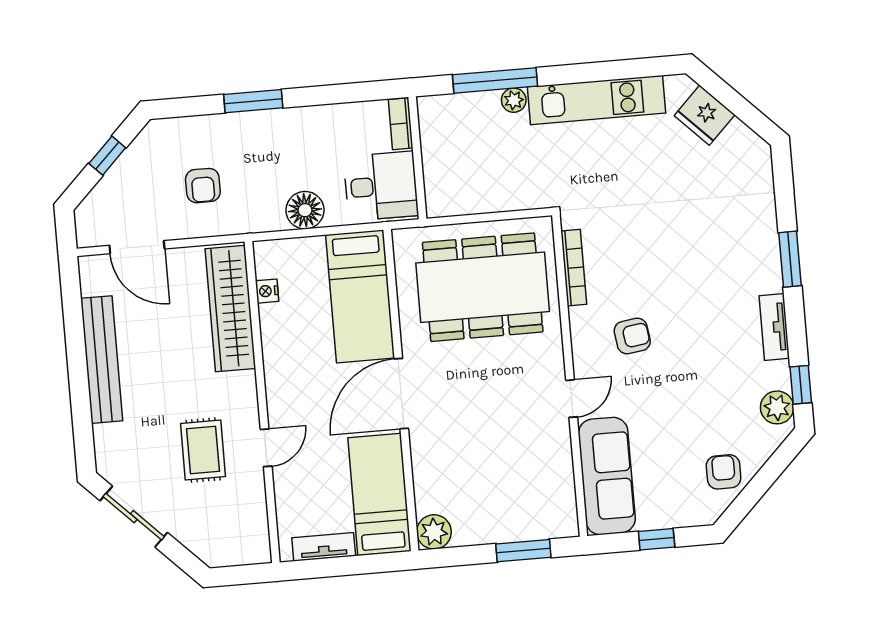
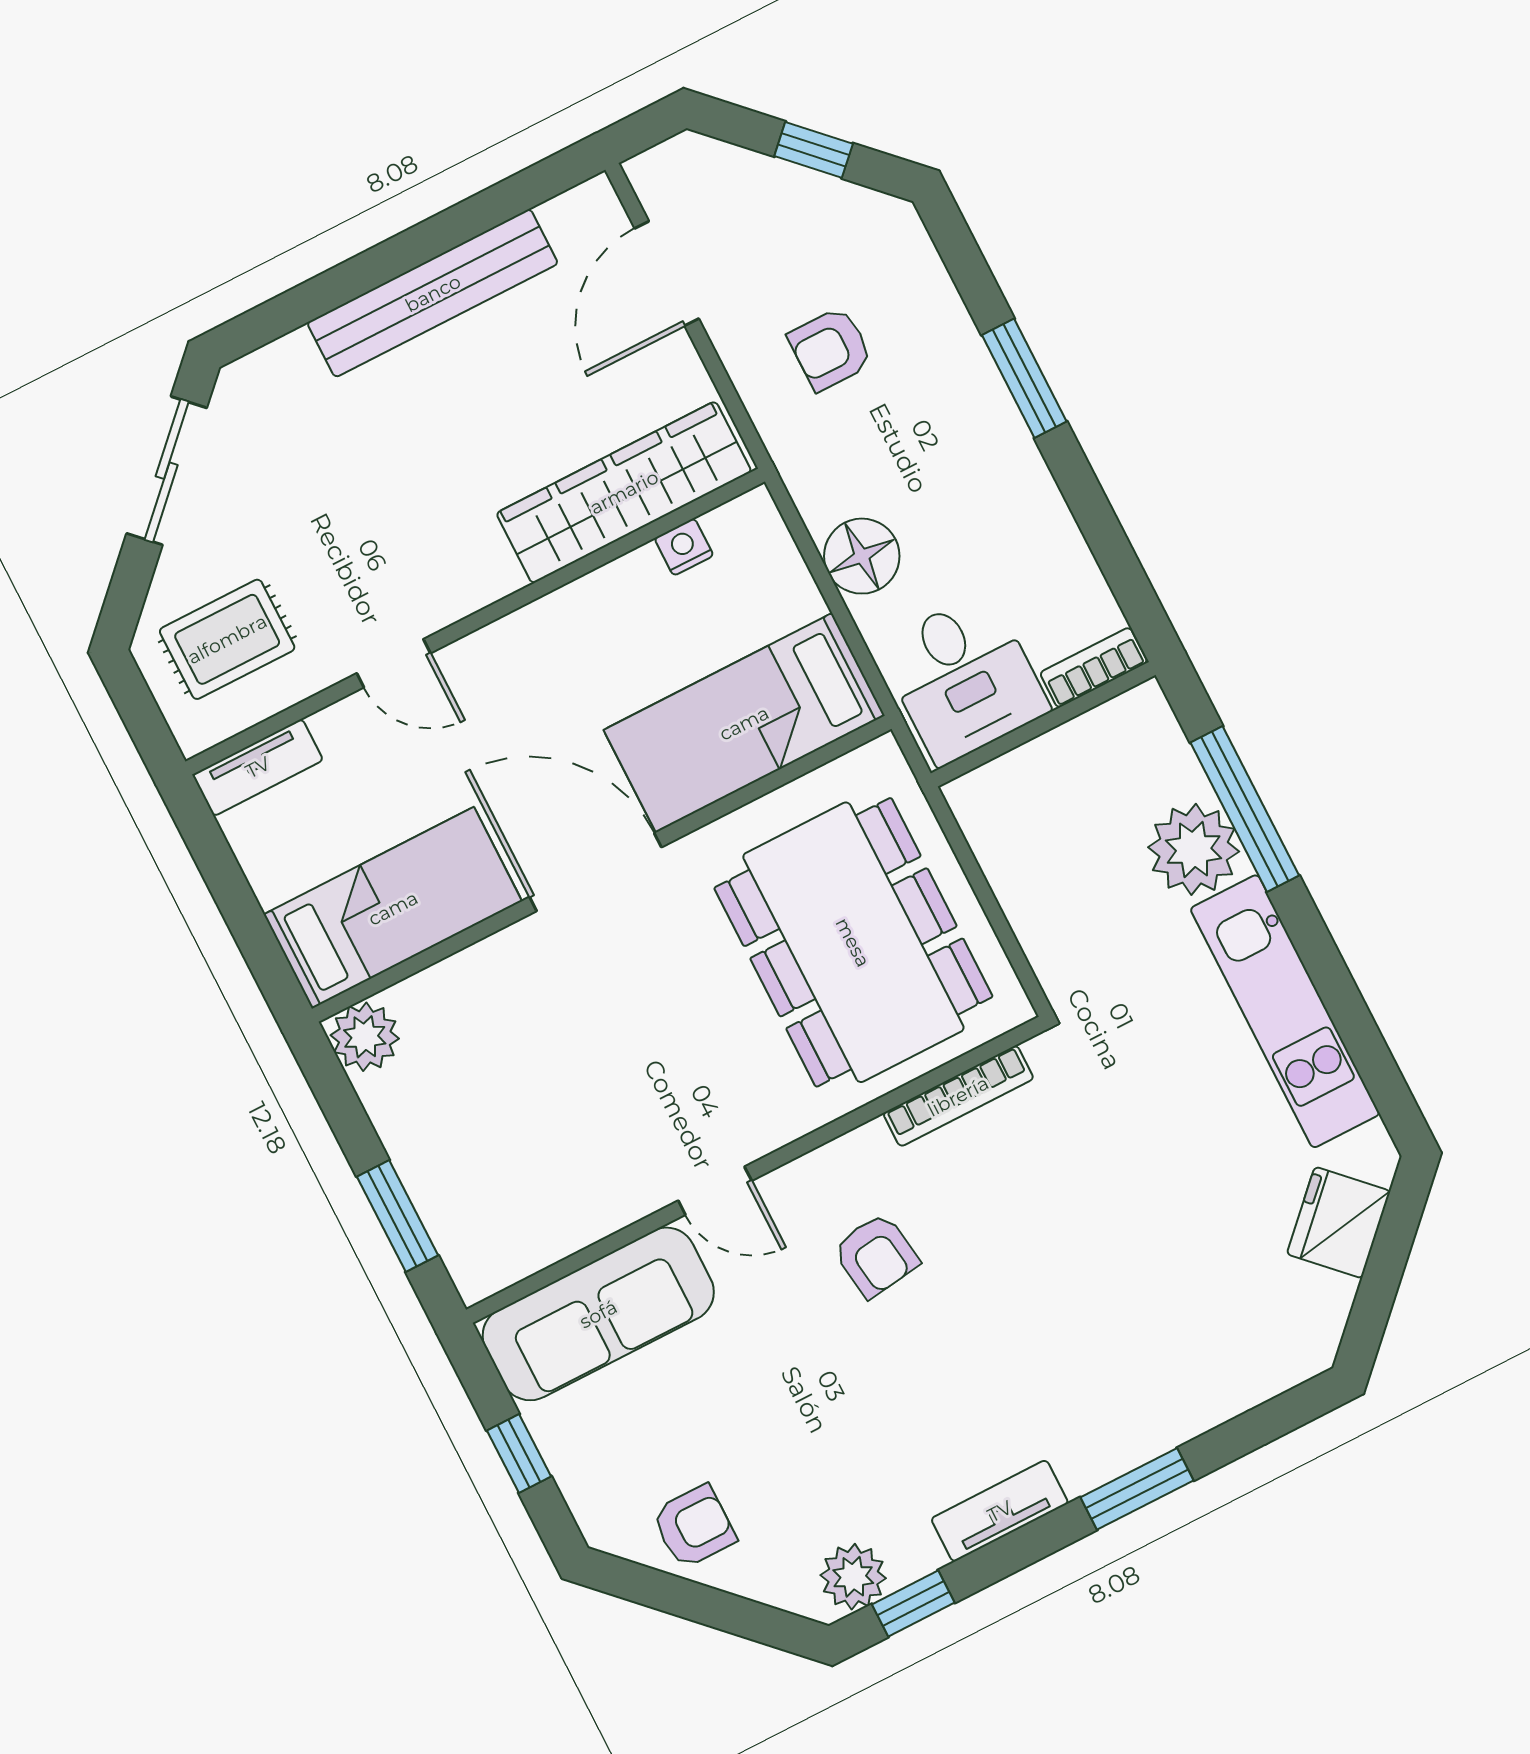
plant: (514, 100) -> (1194, 849), width x1.88, depth x1.88
rug: (203, 450) -> (227, 639), moved
tv unit: (324, 547) -> (258, 767), moved, turned 90

